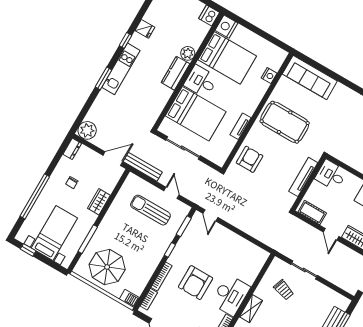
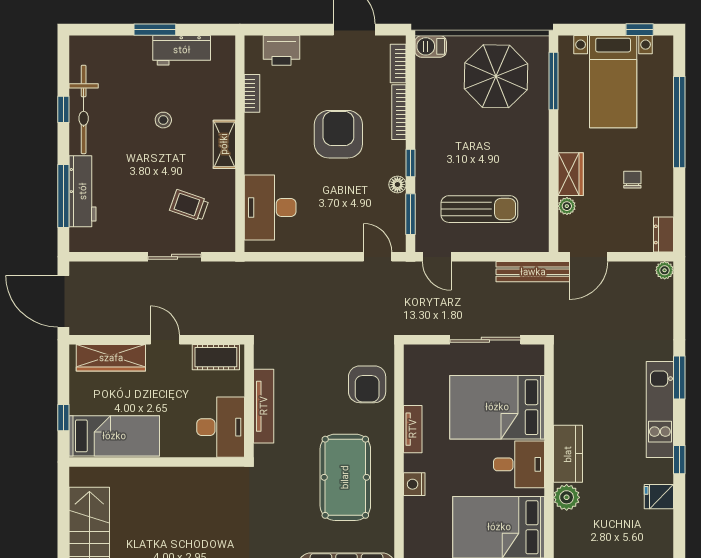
nightstand: (269, 76) -> (414, 484), moved
pool table: (285, 122) -> (345, 477), turned 90
plant: (87, 130) -> (665, 270), width x0.53, depth x0.53
desk: (331, 175) -> (221, 427), width x1.37
plant: (109, 188) -> (567, 206), added
door: (172, 193) -> (437, 257), moved
window: (88, 239) -> (554, 81), moved
floor lamp: (182, 243) -> (397, 185), added
desk: (230, 295) -> (270, 207), moved

